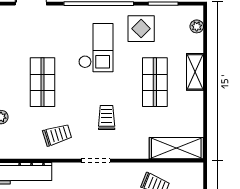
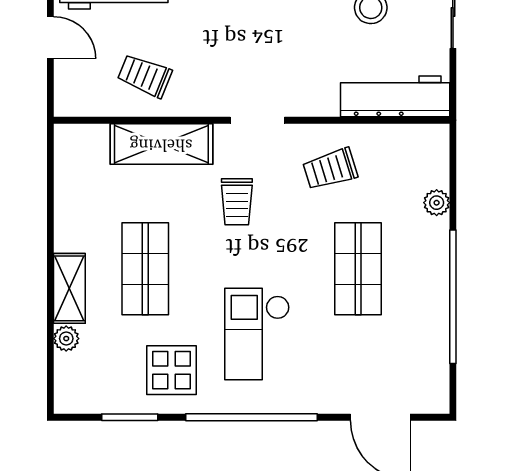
plant: (197, 26) -> (66, 339), moved
shelving: (176, 148) -> (161, 144), moved

